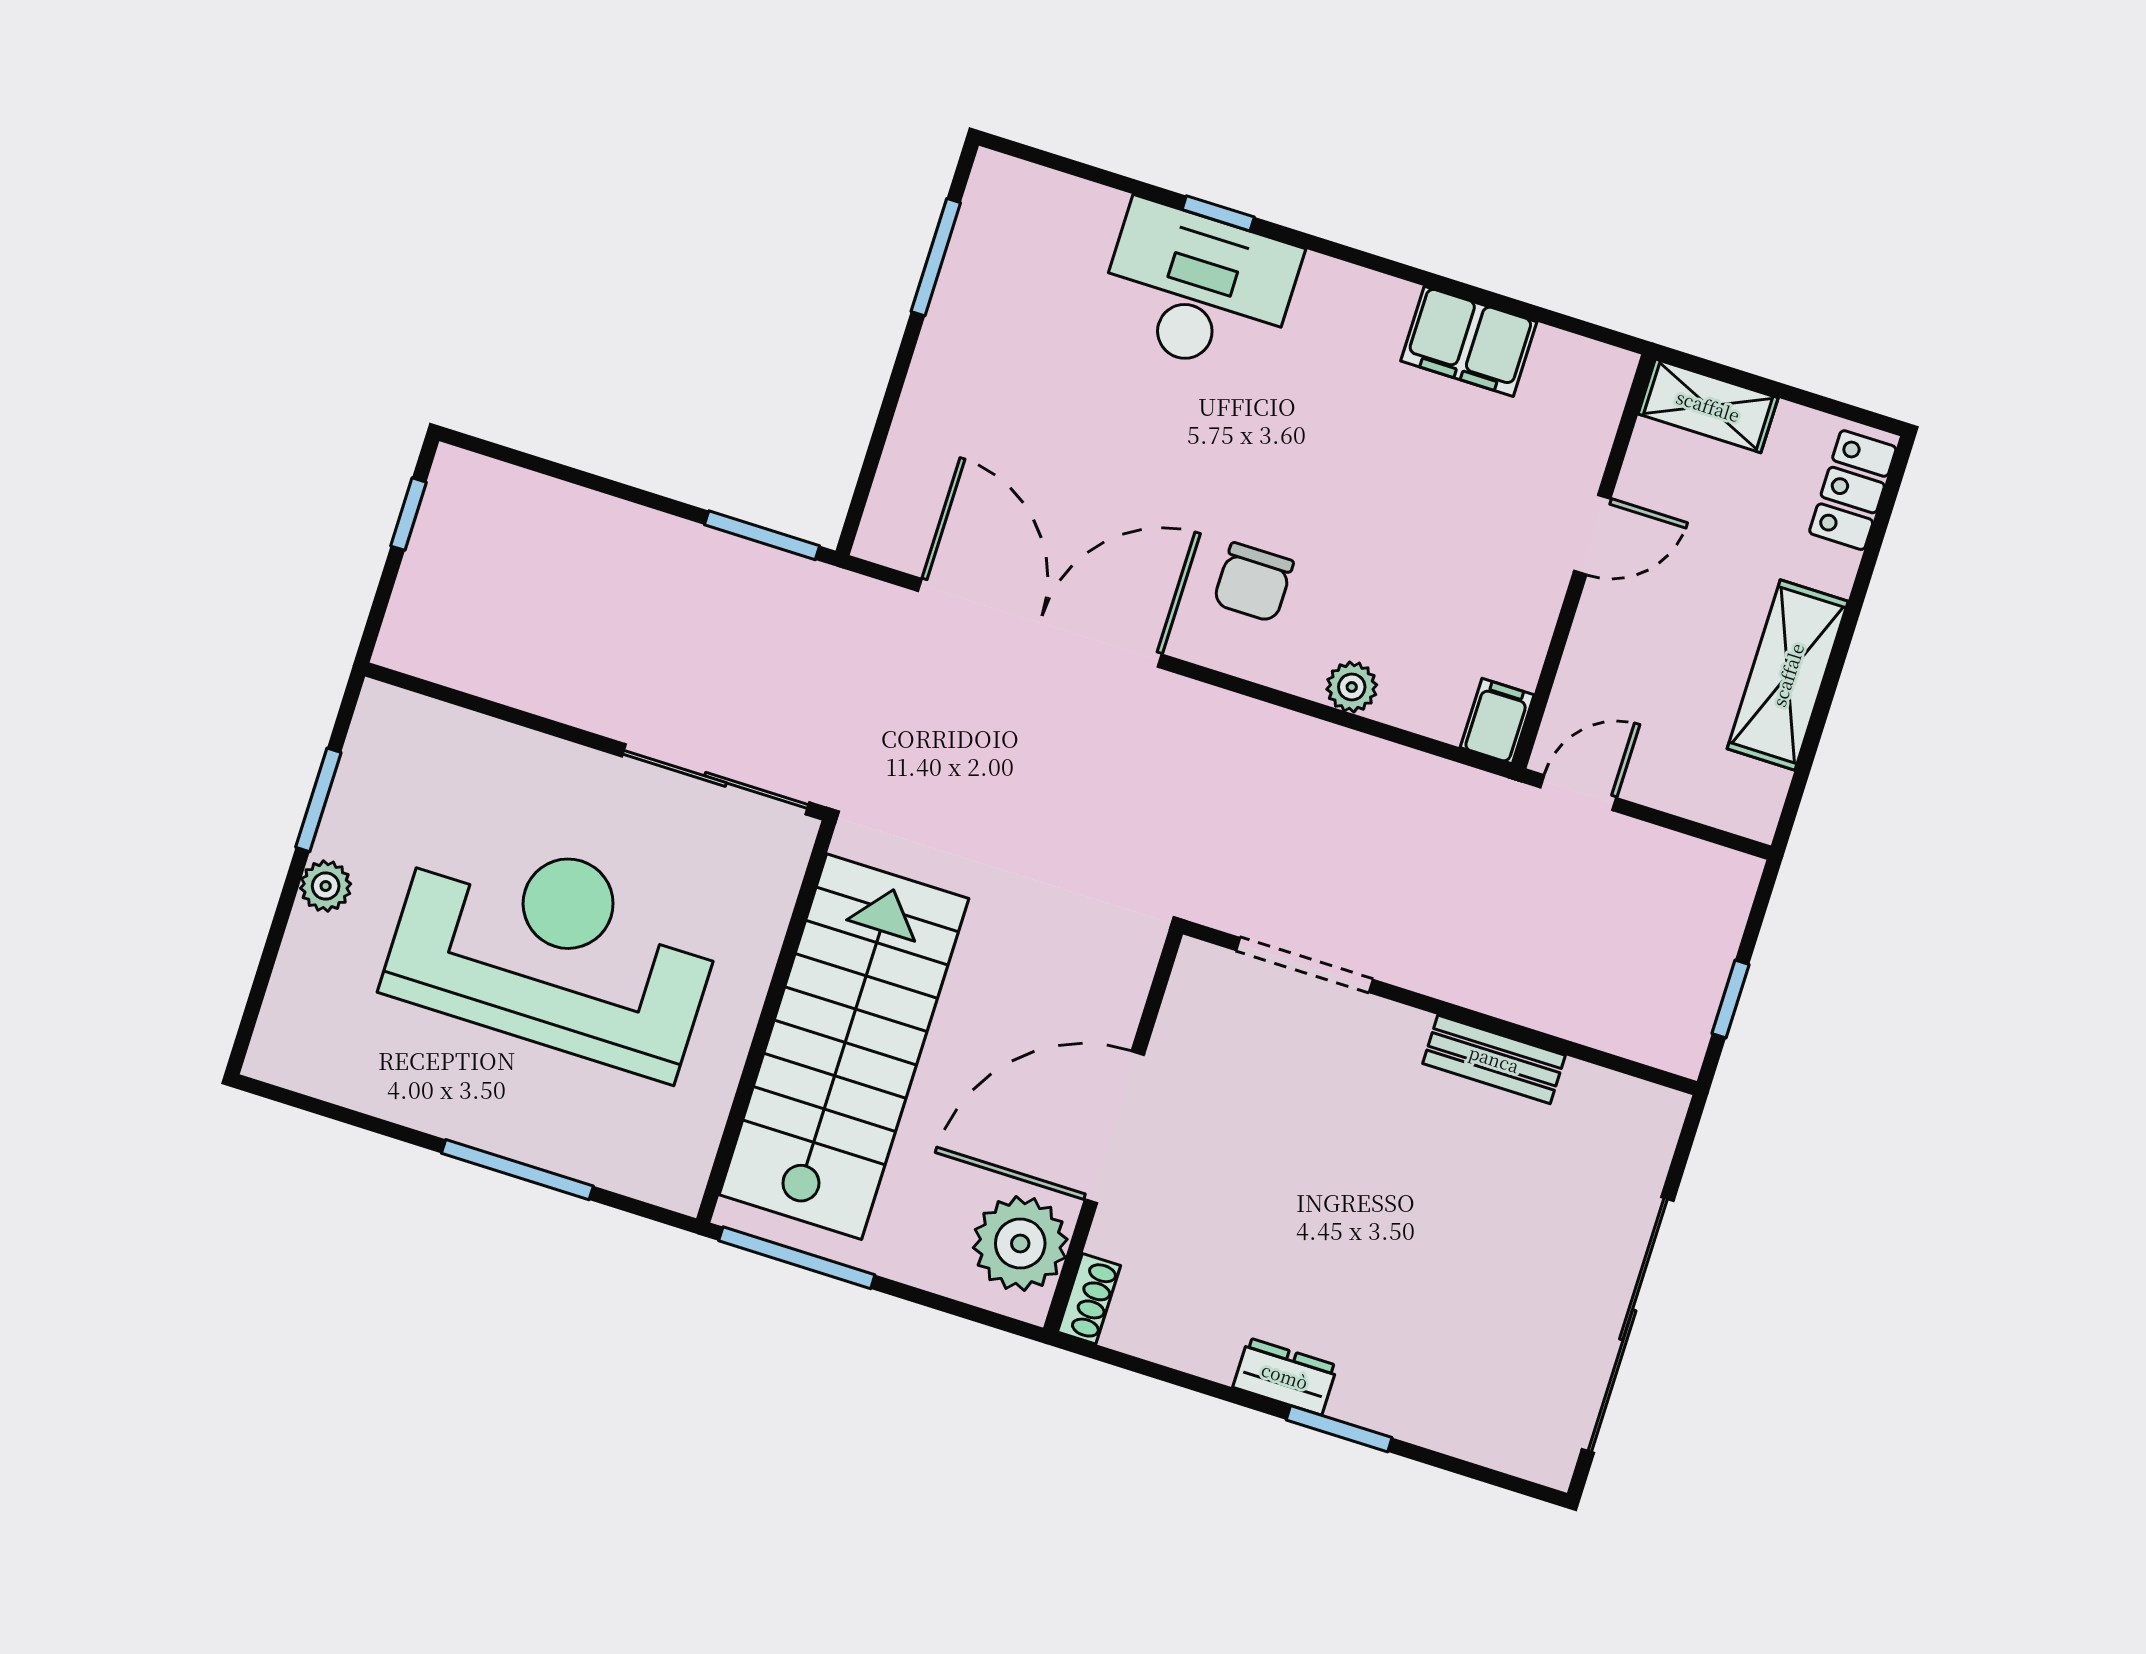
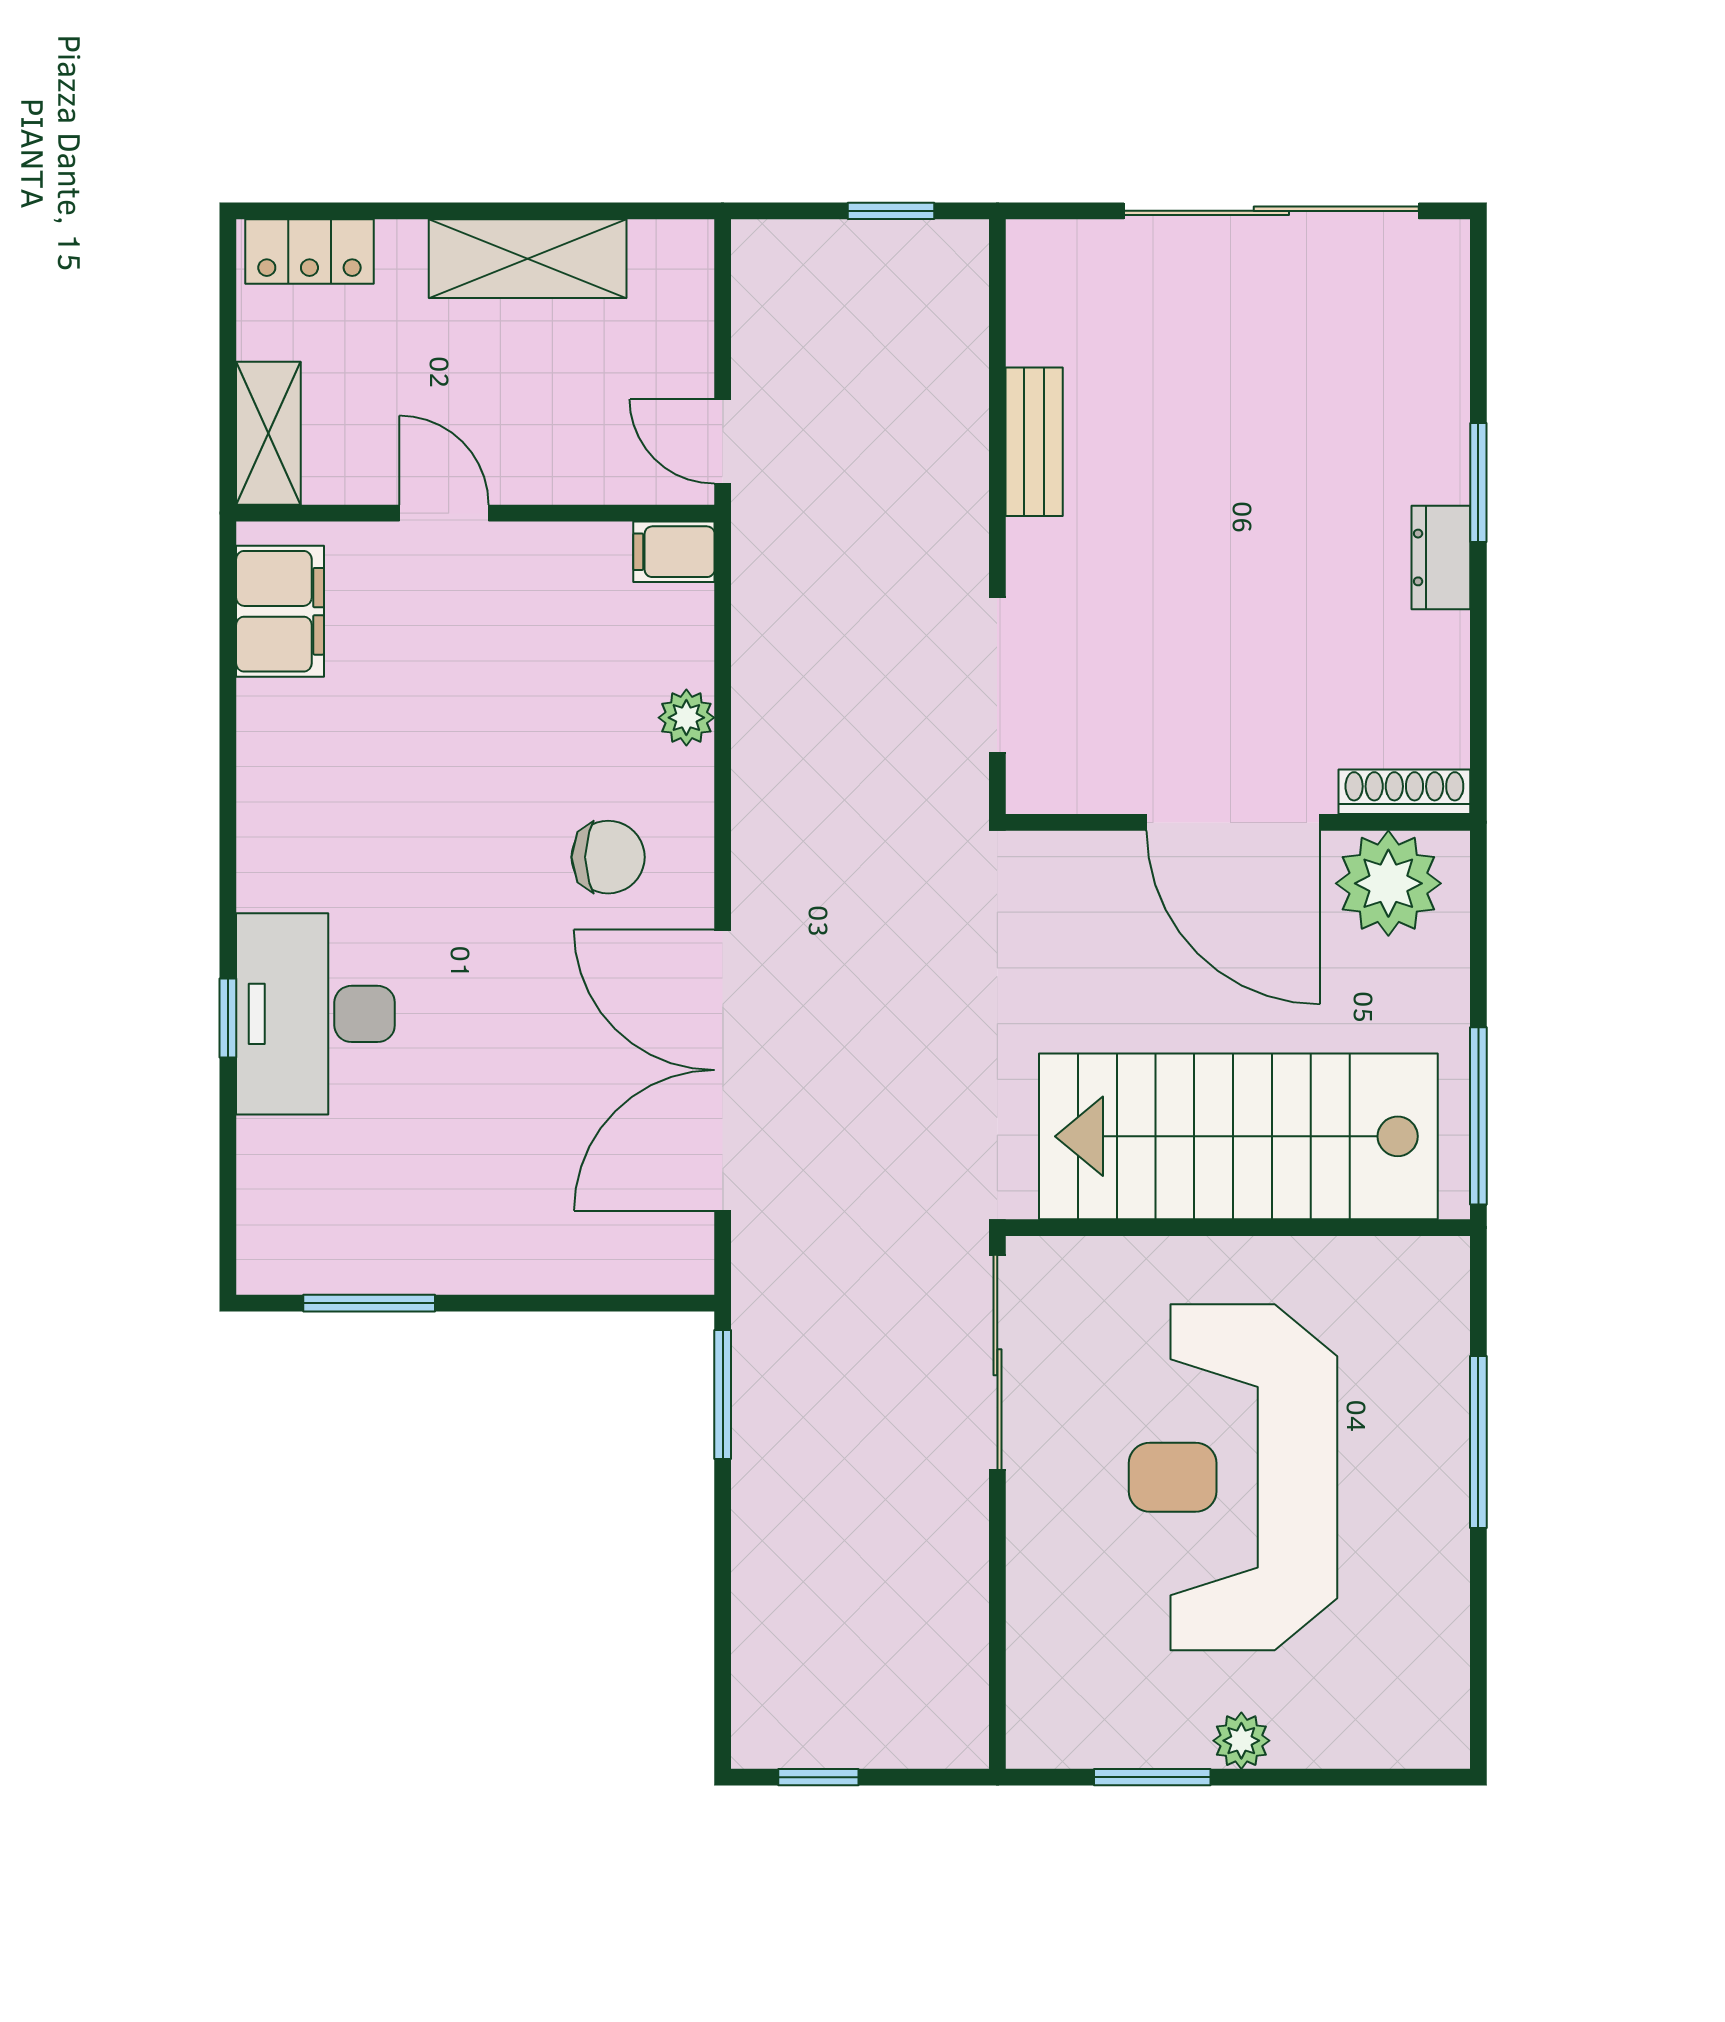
filing cabinet: (1469, 341) -> (280, 611), moved
shoe rack: (1089, 1299) -> (1404, 792), width x1.43

